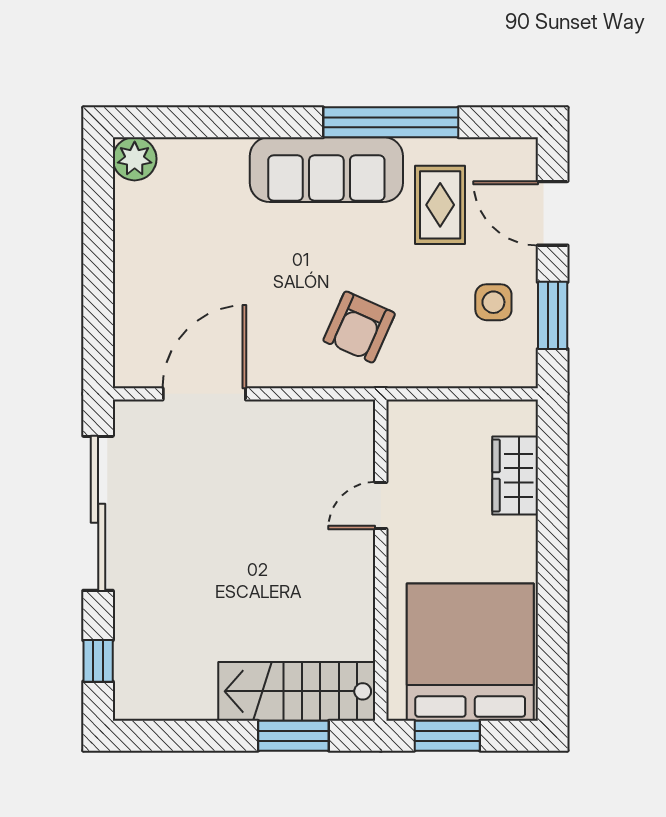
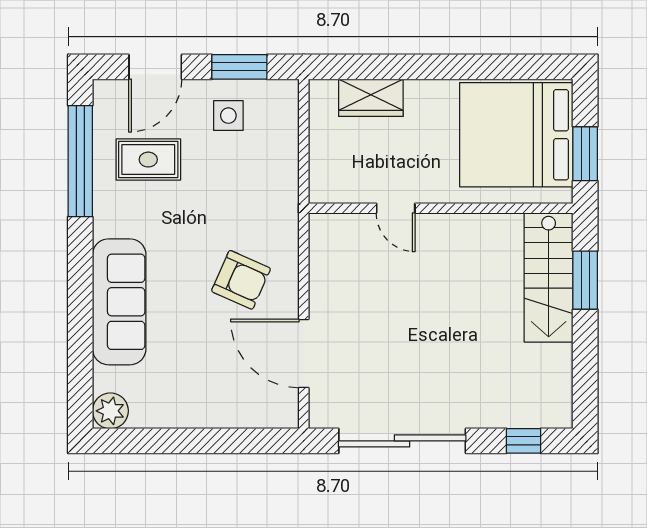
window: (391, 122) -> (80, 161), moved
sofa: (326, 170) -> (119, 302), moved
armchair: (359, 327) -> (241, 280), moved

